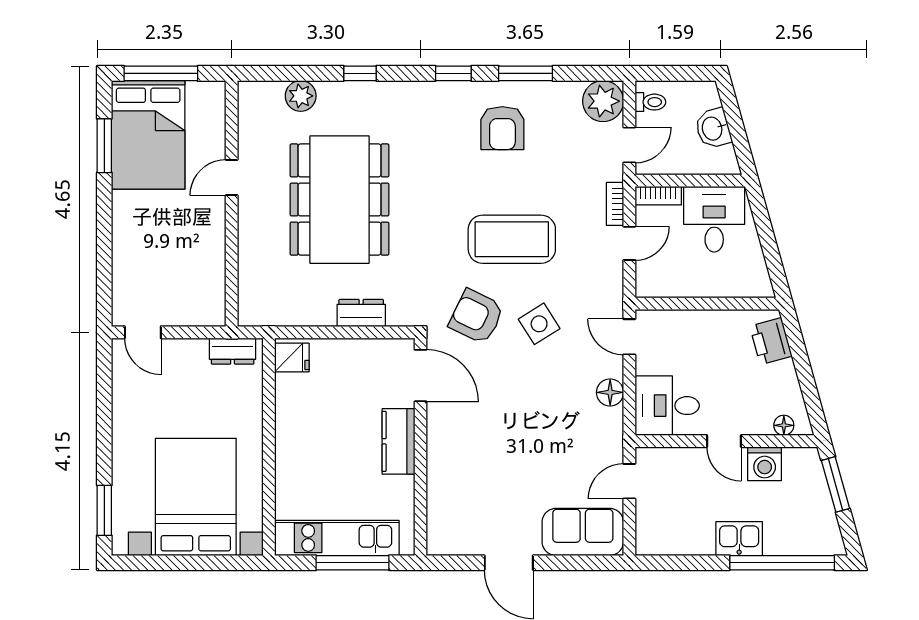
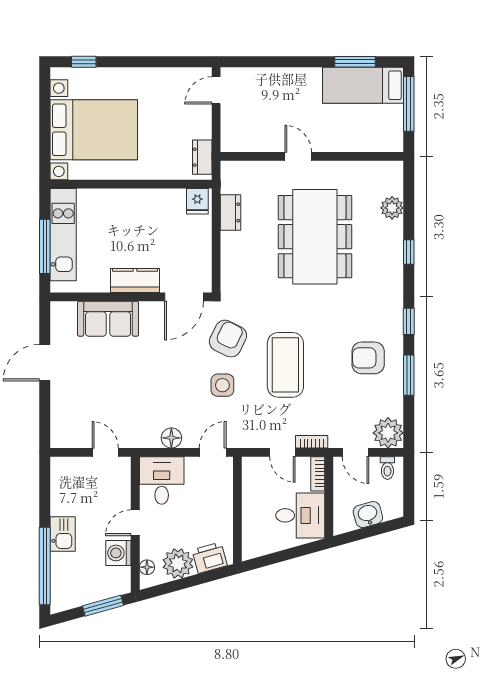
bed: (148, 135) -> (363, 85), width x0.67
door: (232, 178) -> (298, 156), moved
dining table: (339, 200) -> (315, 237), turned 90
dresser: (361, 313) -> (230, 212), moved
side table: (539, 324) -> (222, 385), turned 32
plant: (779, 384) -> (178, 563), added
window: (104, 510) -> (84, 62), width x0.67
sofa: (583, 532) -> (108, 319), moved, turned 90

